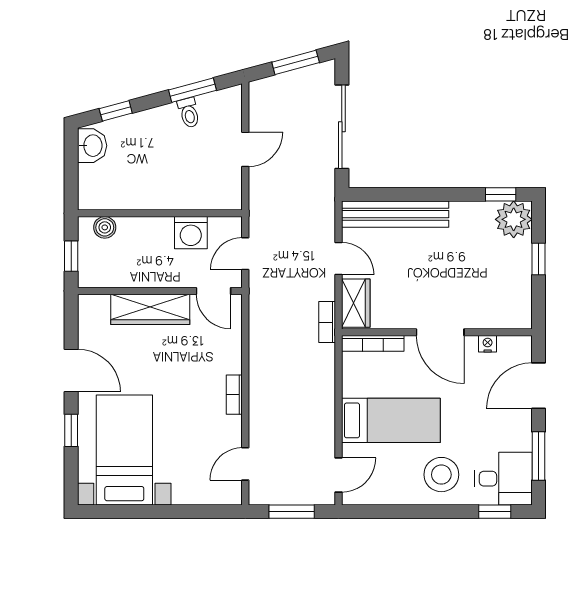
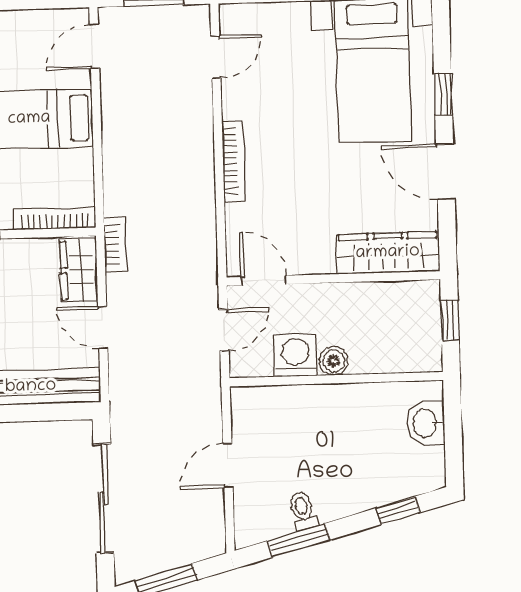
washbasin: (92, 146) -> (426, 423), moved
boiler: (105, 227) -> (334, 361), moved
wardrobe: (150, 309) -> (388, 253), moved
bookcase: (234, 395) -> (233, 161), width x1.56

